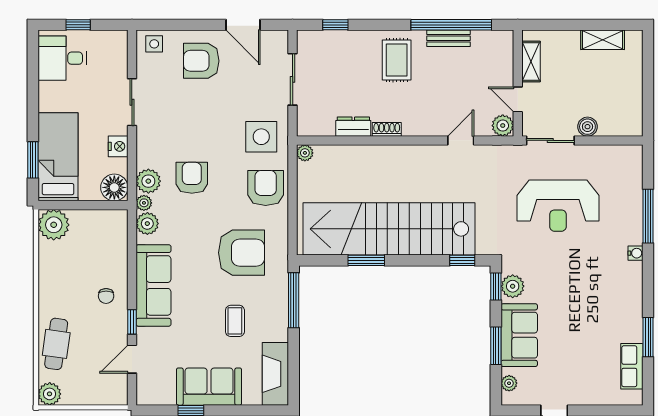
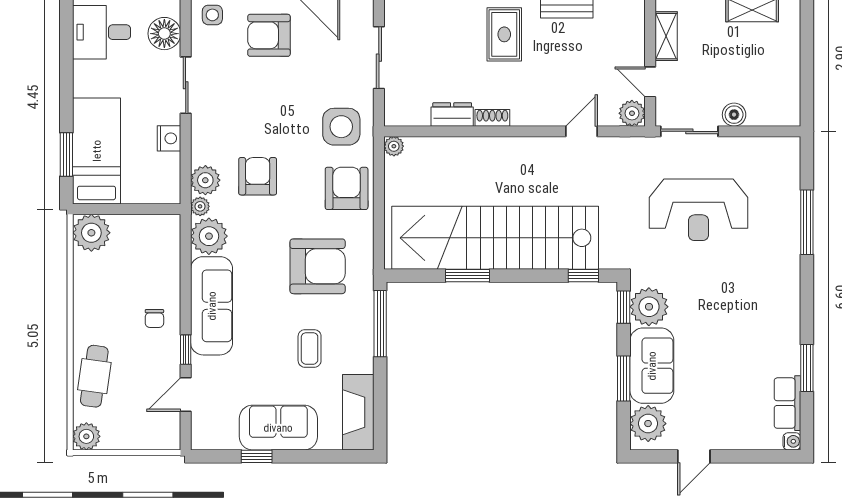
floor lamp: (114, 187) -> (164, 34), moved
plant: (147, 224) -> (209, 236), width x1.36, depth x1.36
water cooler: (636, 253) -> (792, 441), moved
plant: (513, 286) -> (649, 307), width x1.36, depth x1.36
plant: (509, 383) -> (648, 424), width x1.88, depth x1.88

